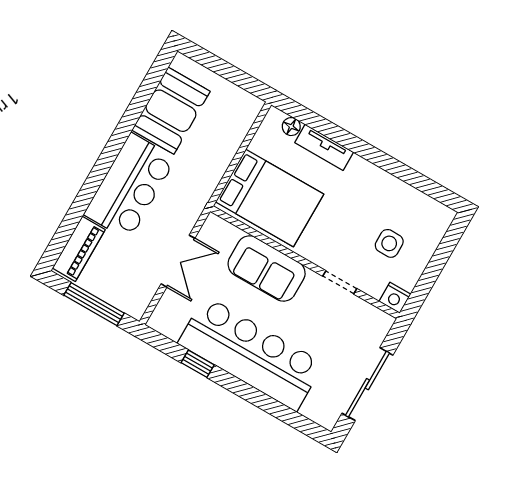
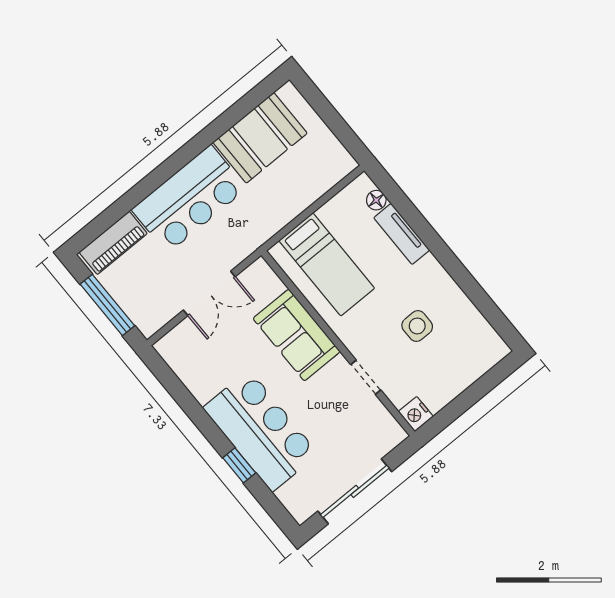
bed: (270, 198) -> (327, 264), width x0.67
side table: (389, 243) -> (417, 326), moved
bar counter: (251, 354) -> (261, 431), width x0.73
window: (198, 364) -> (239, 465), moved

